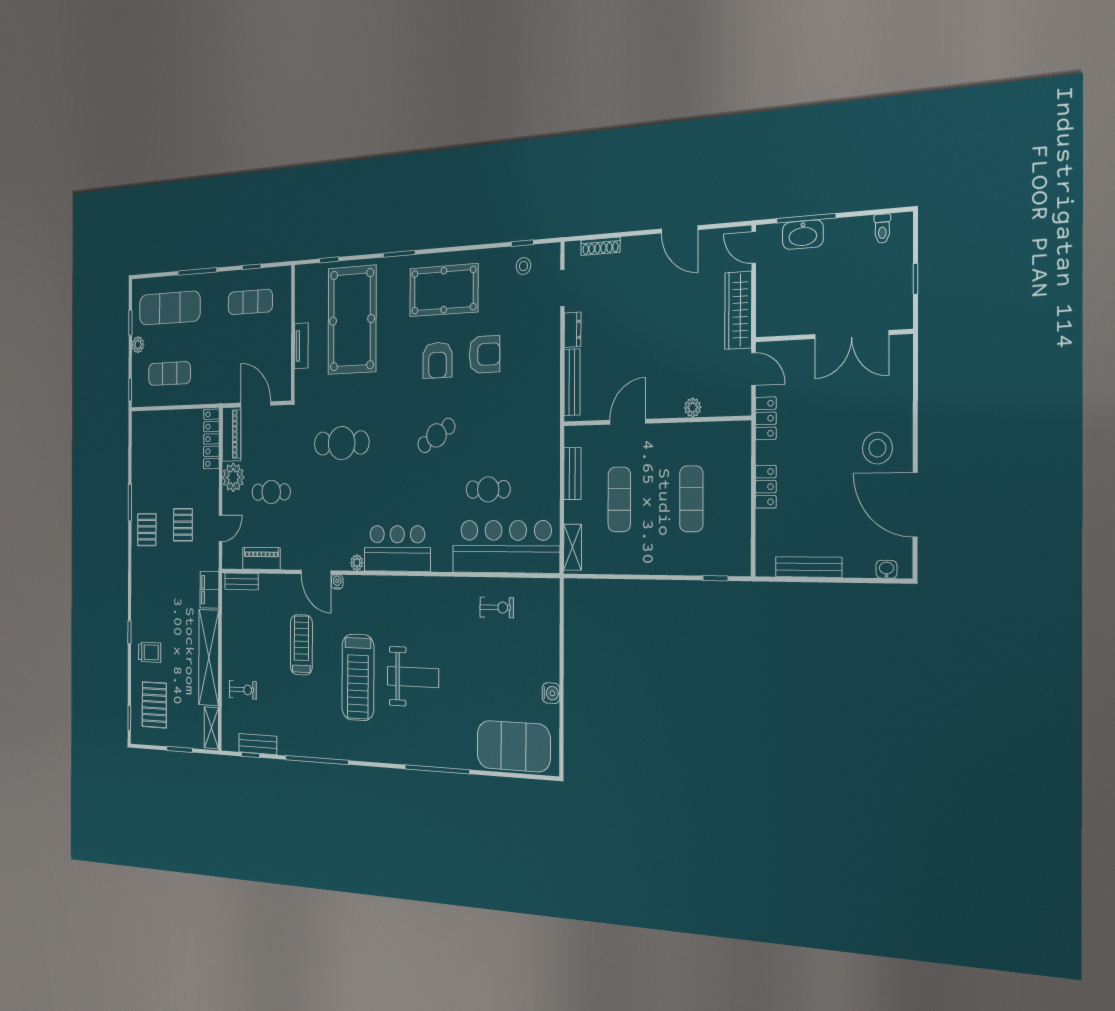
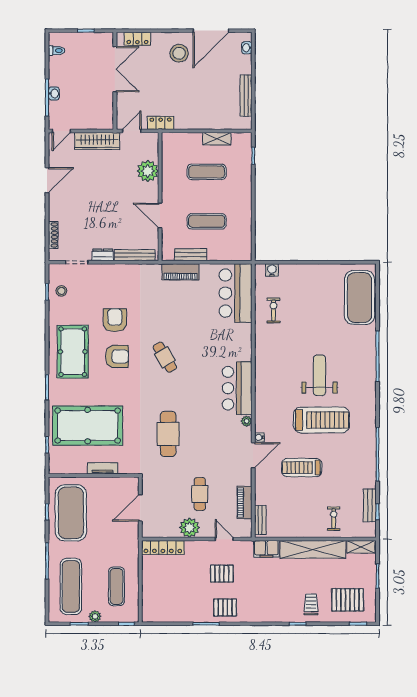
washbasin: (803, 235) -> (54, 93), width x0.52, depth x0.69
exercise mat: (250, 302) -> (71, 513), width x2.00, depth x1.45
plant: (693, 408) -> (148, 171), width x1.87, depth x1.87
piano: (231, 434) -> (180, 272), moved, turned 180
locker: (766, 487) -> (137, 39), moved, turned 180
cafe table: (488, 489) -> (200, 317), removed
bar counter: (506, 547) -> (235, 293), width x0.73
shelving: (573, 547) -> (217, 139), moved
water cooler: (551, 693) -> (272, 270), moved

